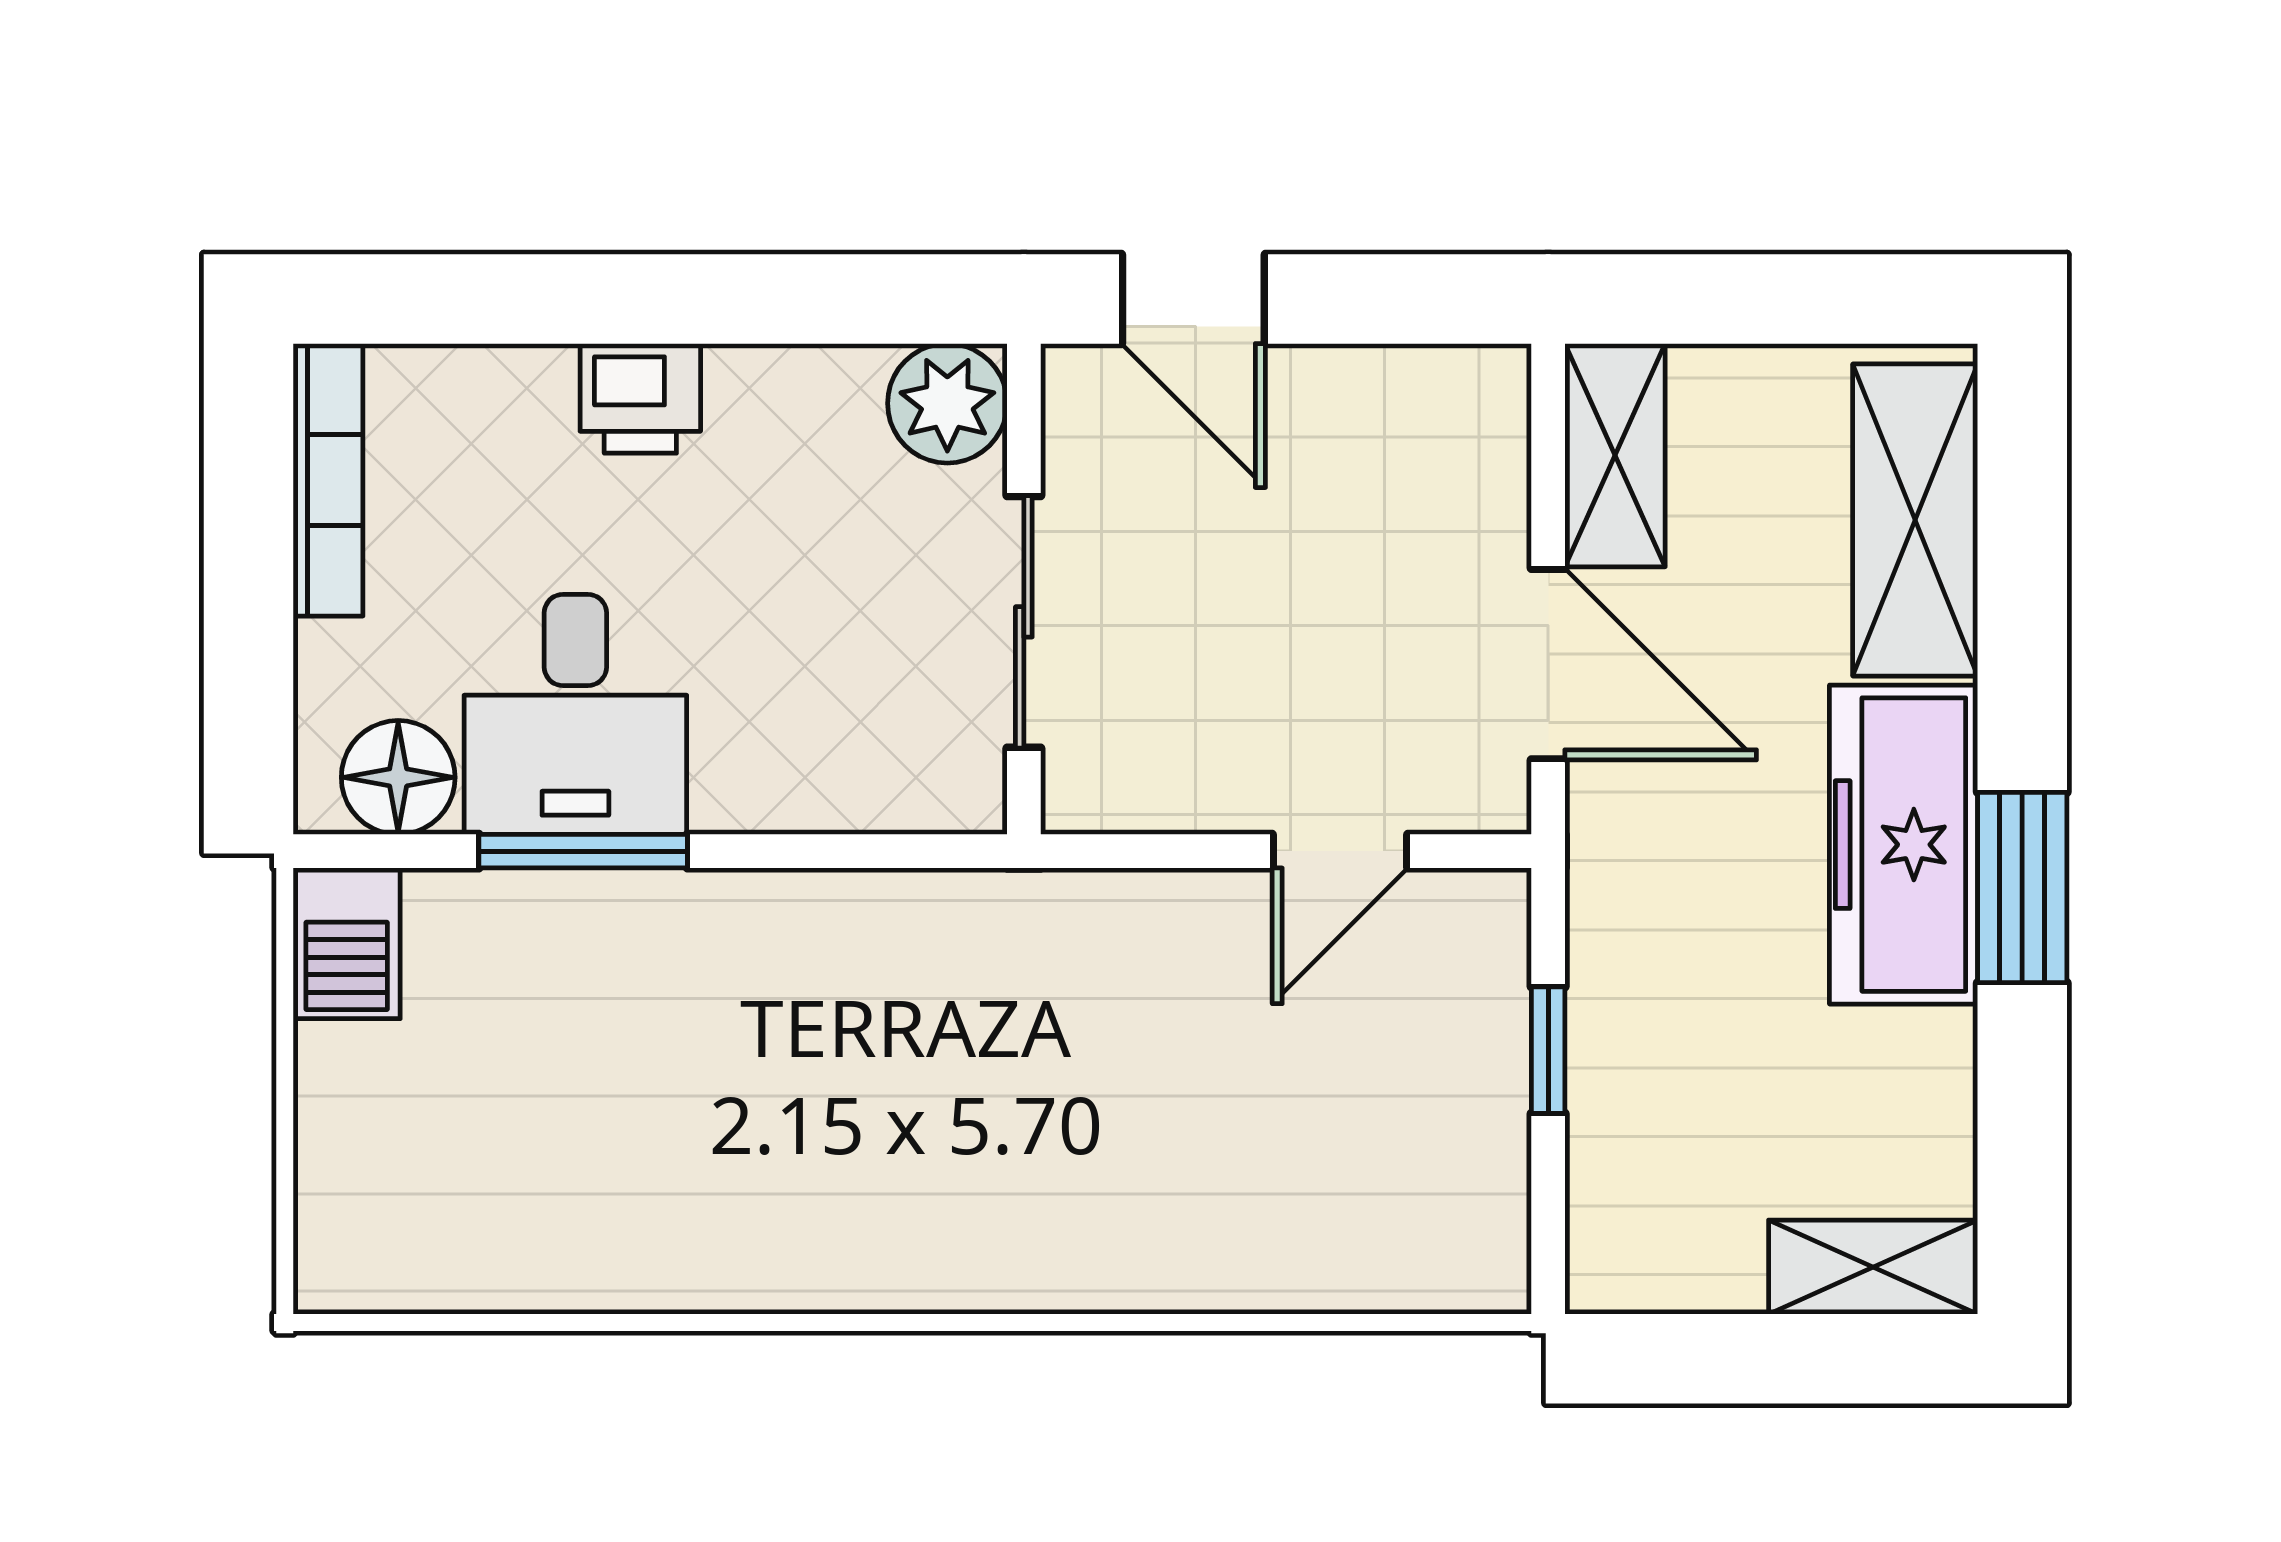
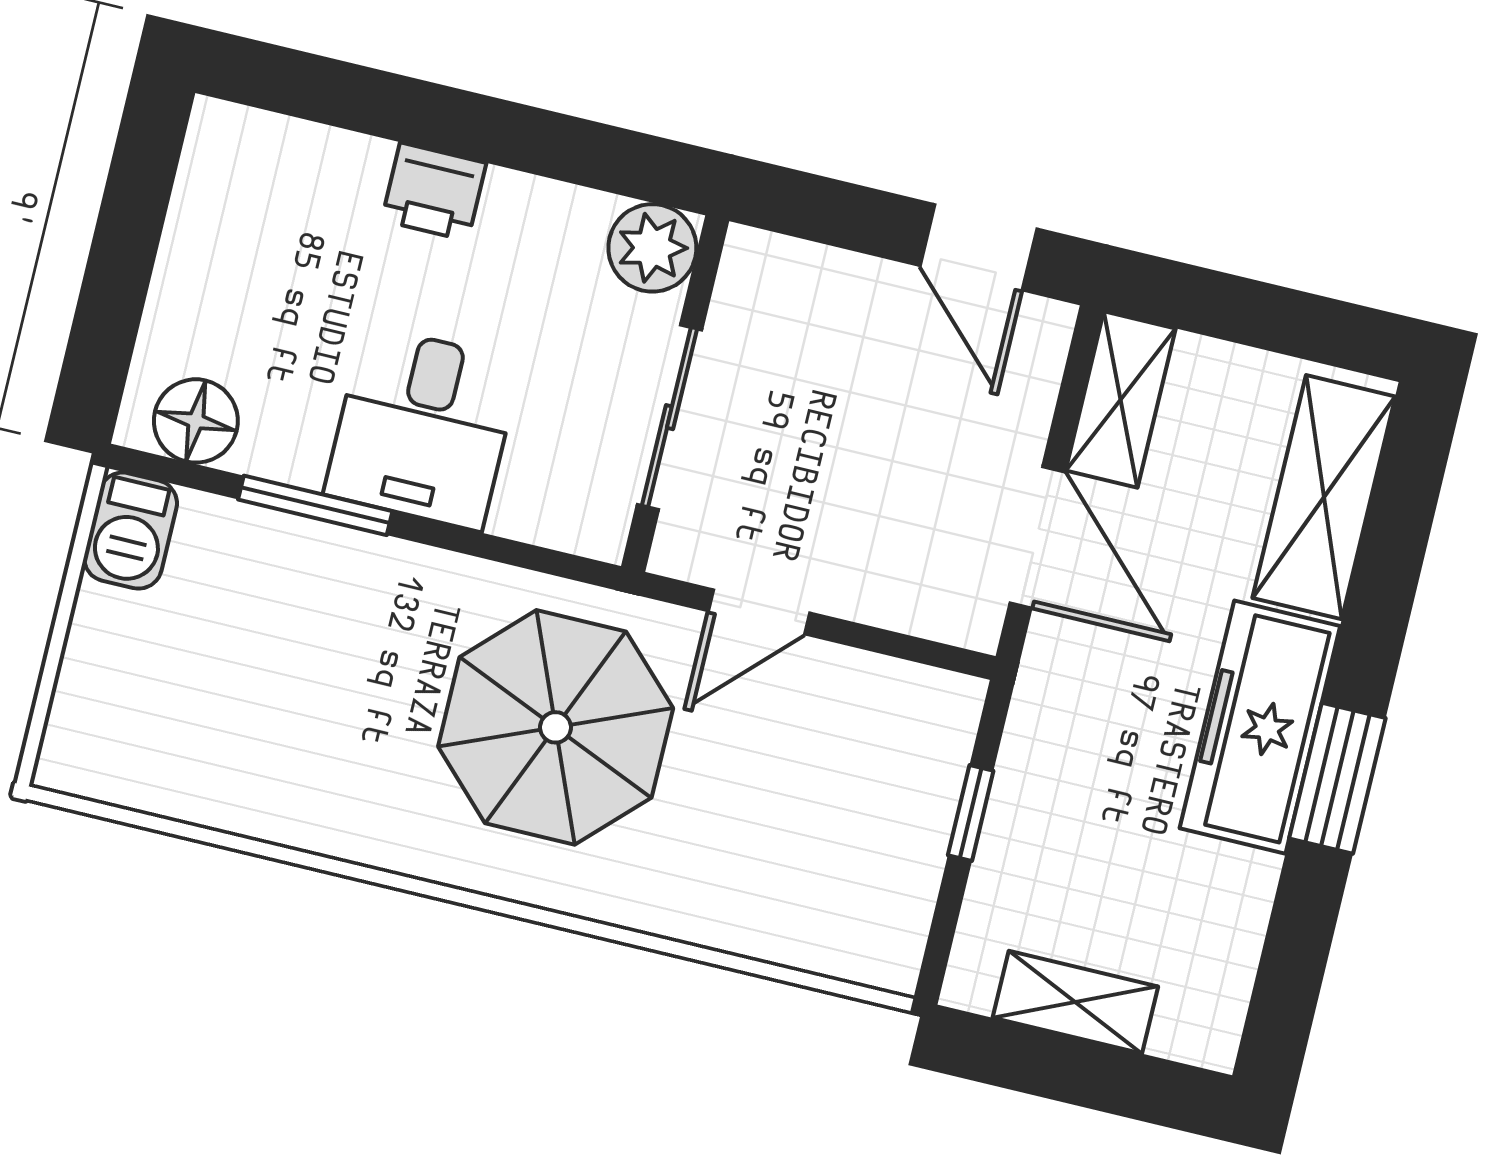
door: (1193, 299) -> (978, 247), moved
bookcase: (328, 480) -> (197, 196), removed
desk: (575, 714) -> (423, 428), moved
door: (1340, 851) -> (759, 612), moved
parasol: (972, 1069) -> (556, 727), added
shelving: (1873, 1267) -> (1075, 1002), moved

